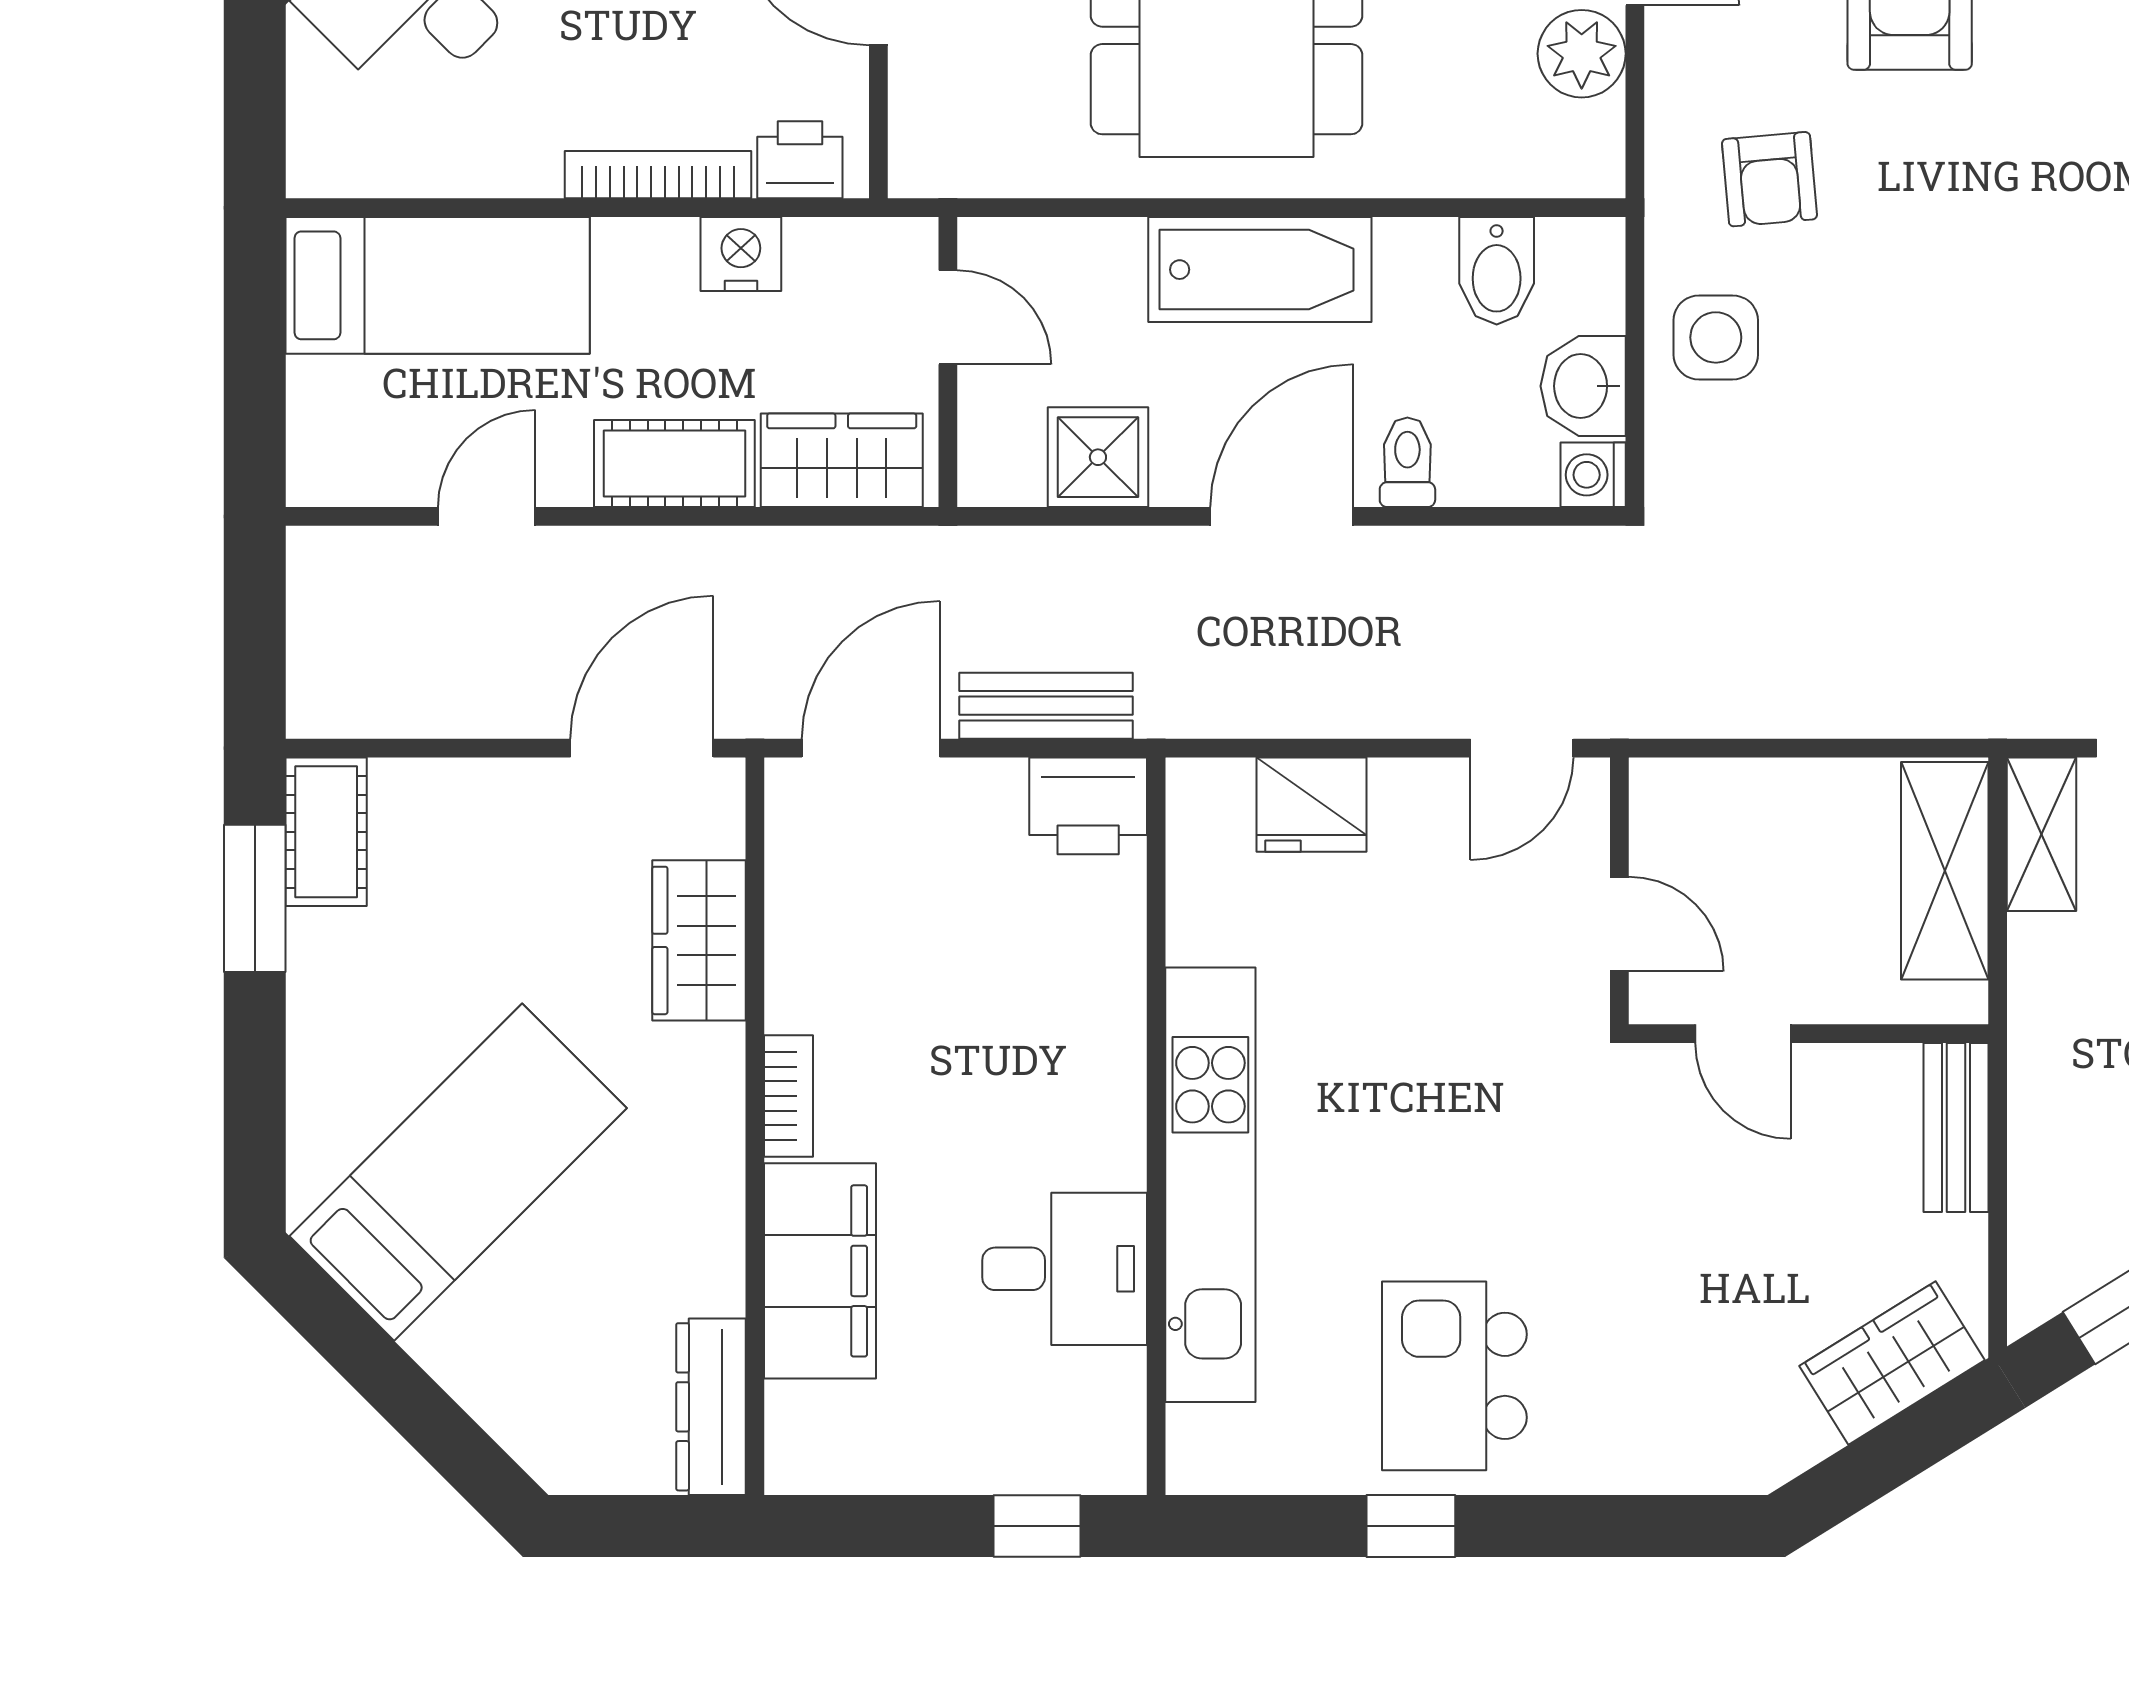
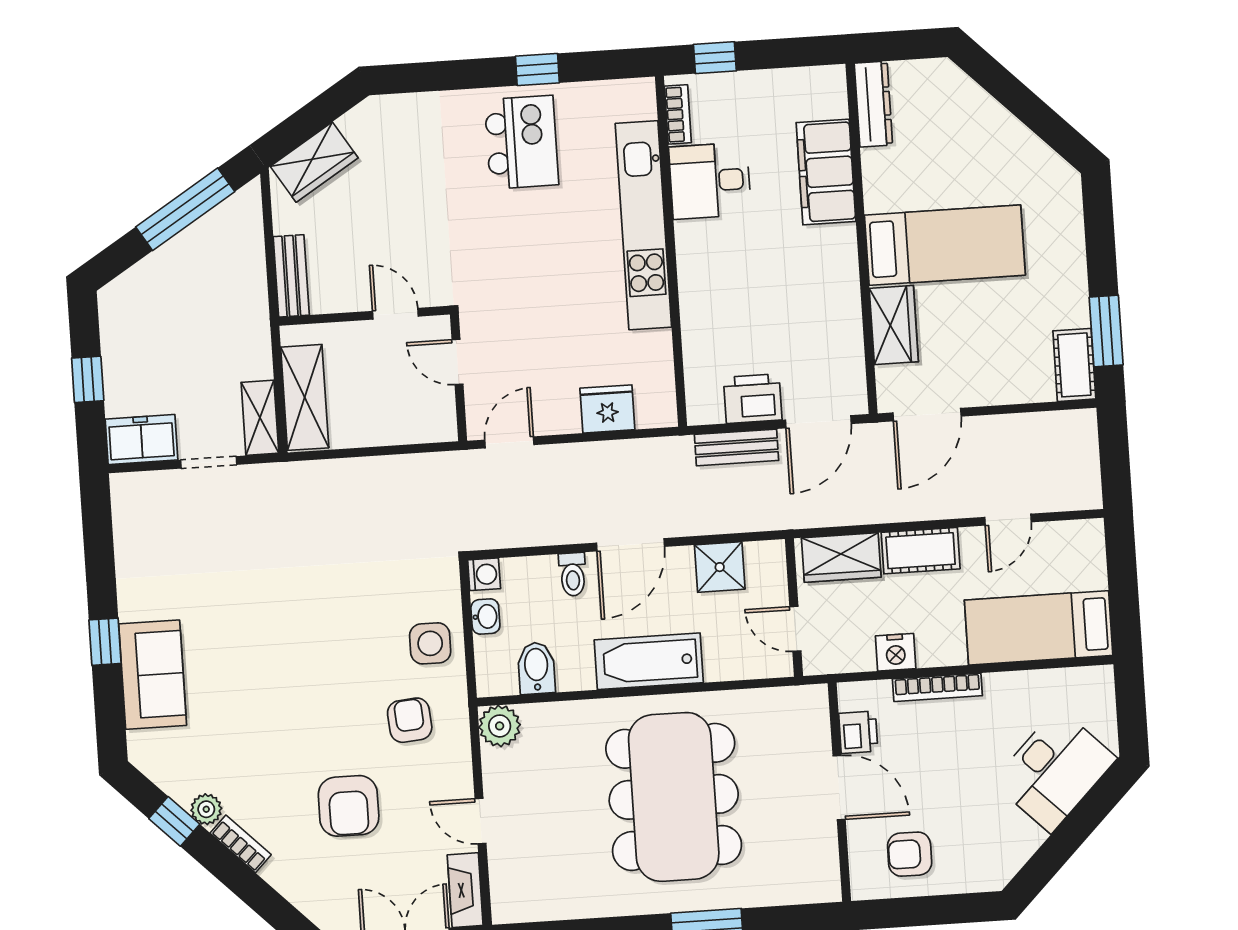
plant: (1582, 54) -> (500, 726), moved
printer: (800, 160) -> (858, 732), moved, turned -90
washbasin: (1583, 386) -> (485, 617), width x0.72, depth x0.69
printer: (1088, 806) -> (753, 399), moved
bookcase: (788, 1096) -> (678, 114), moved, turned 180
bed: (458, 1172) -> (945, 245), moved, turned -135

